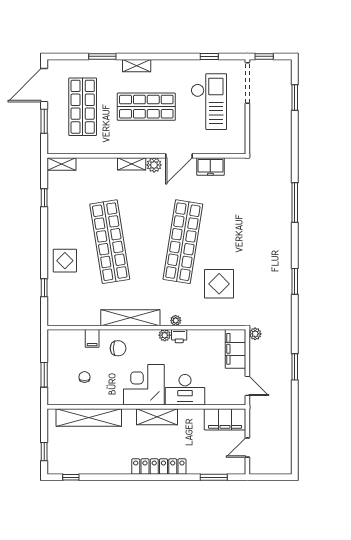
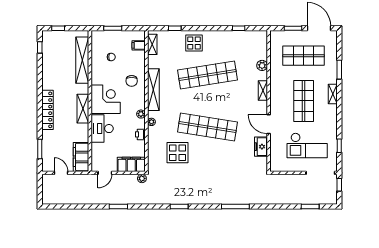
shelving: (61, 164) -> (152, 44), moved
plant: (154, 165) -> (262, 65), moved
printer: (179, 336) -> (140, 134), moved
filing cabinet: (92, 338) -> (139, 45), moved

